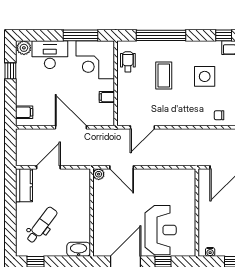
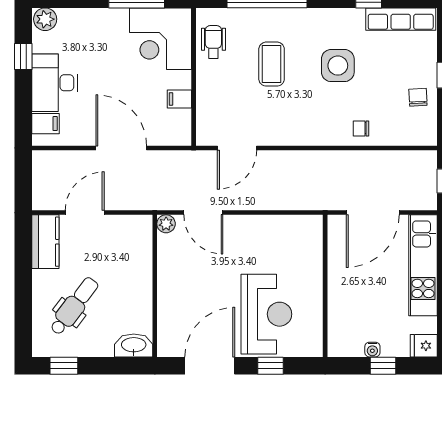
desk: (50, 55) -> (55, 83), moved, turned -90
water cooler: (210, 252) -> (372, 350), moved

